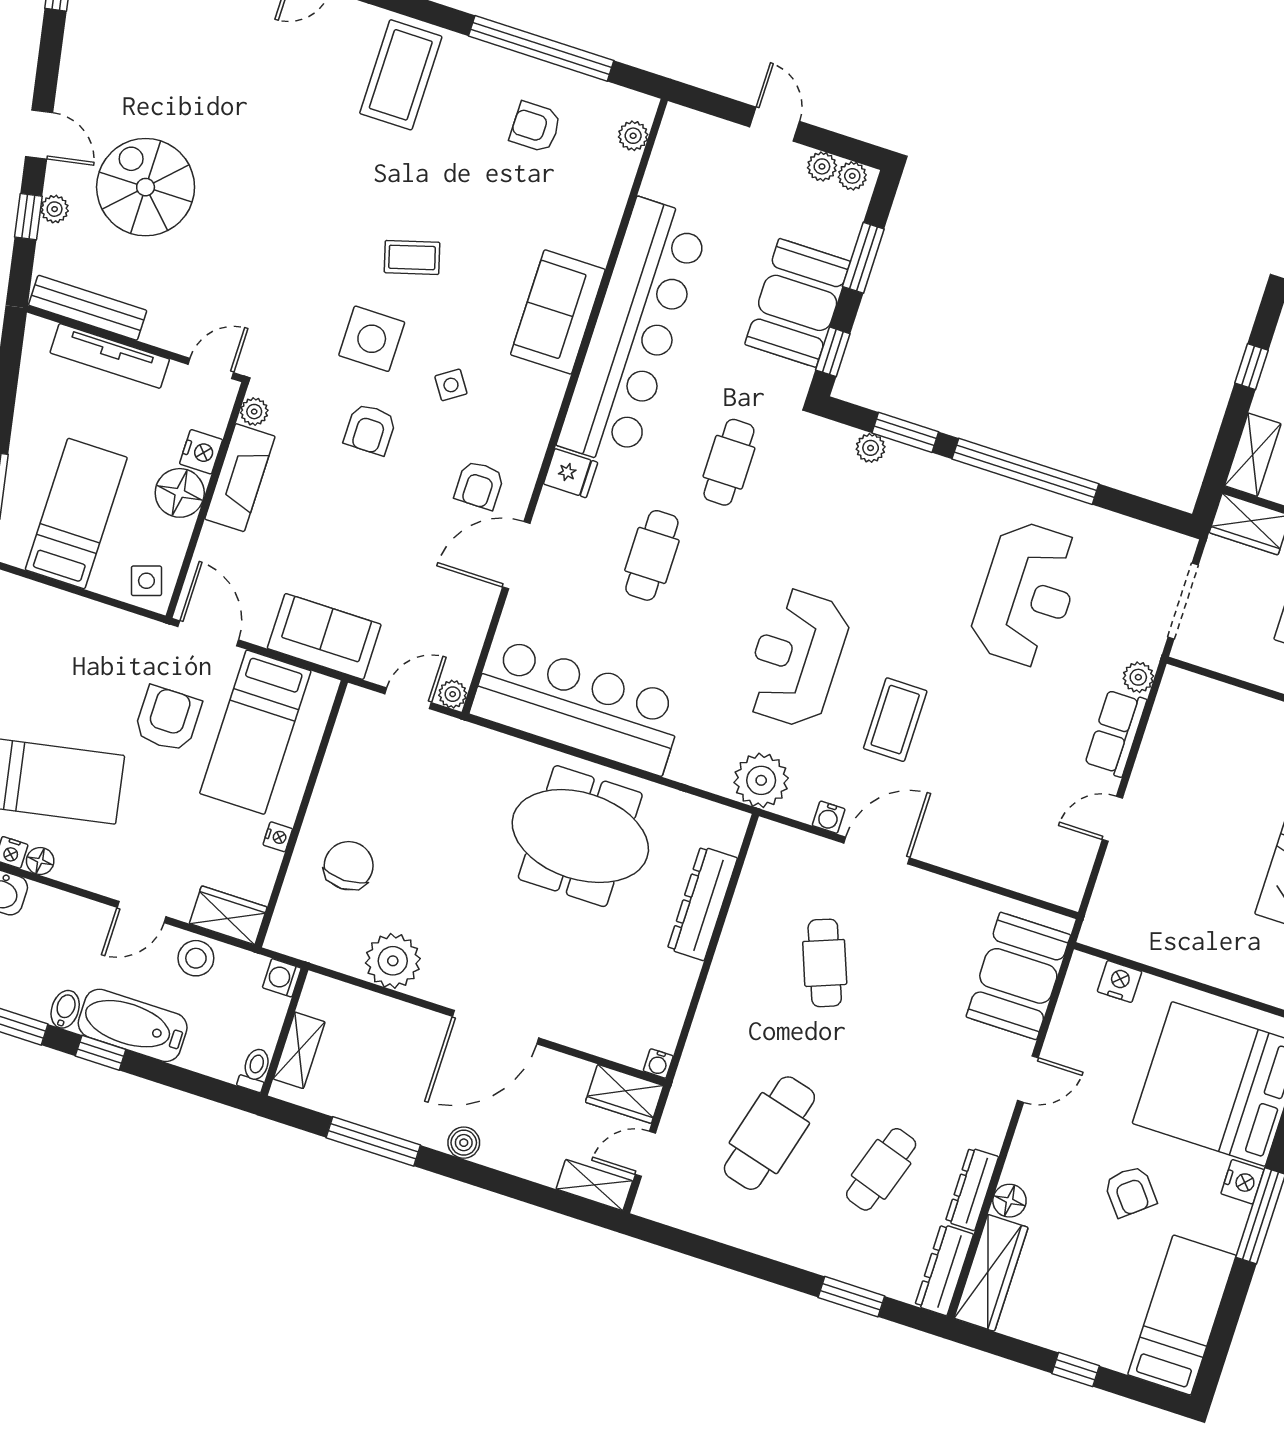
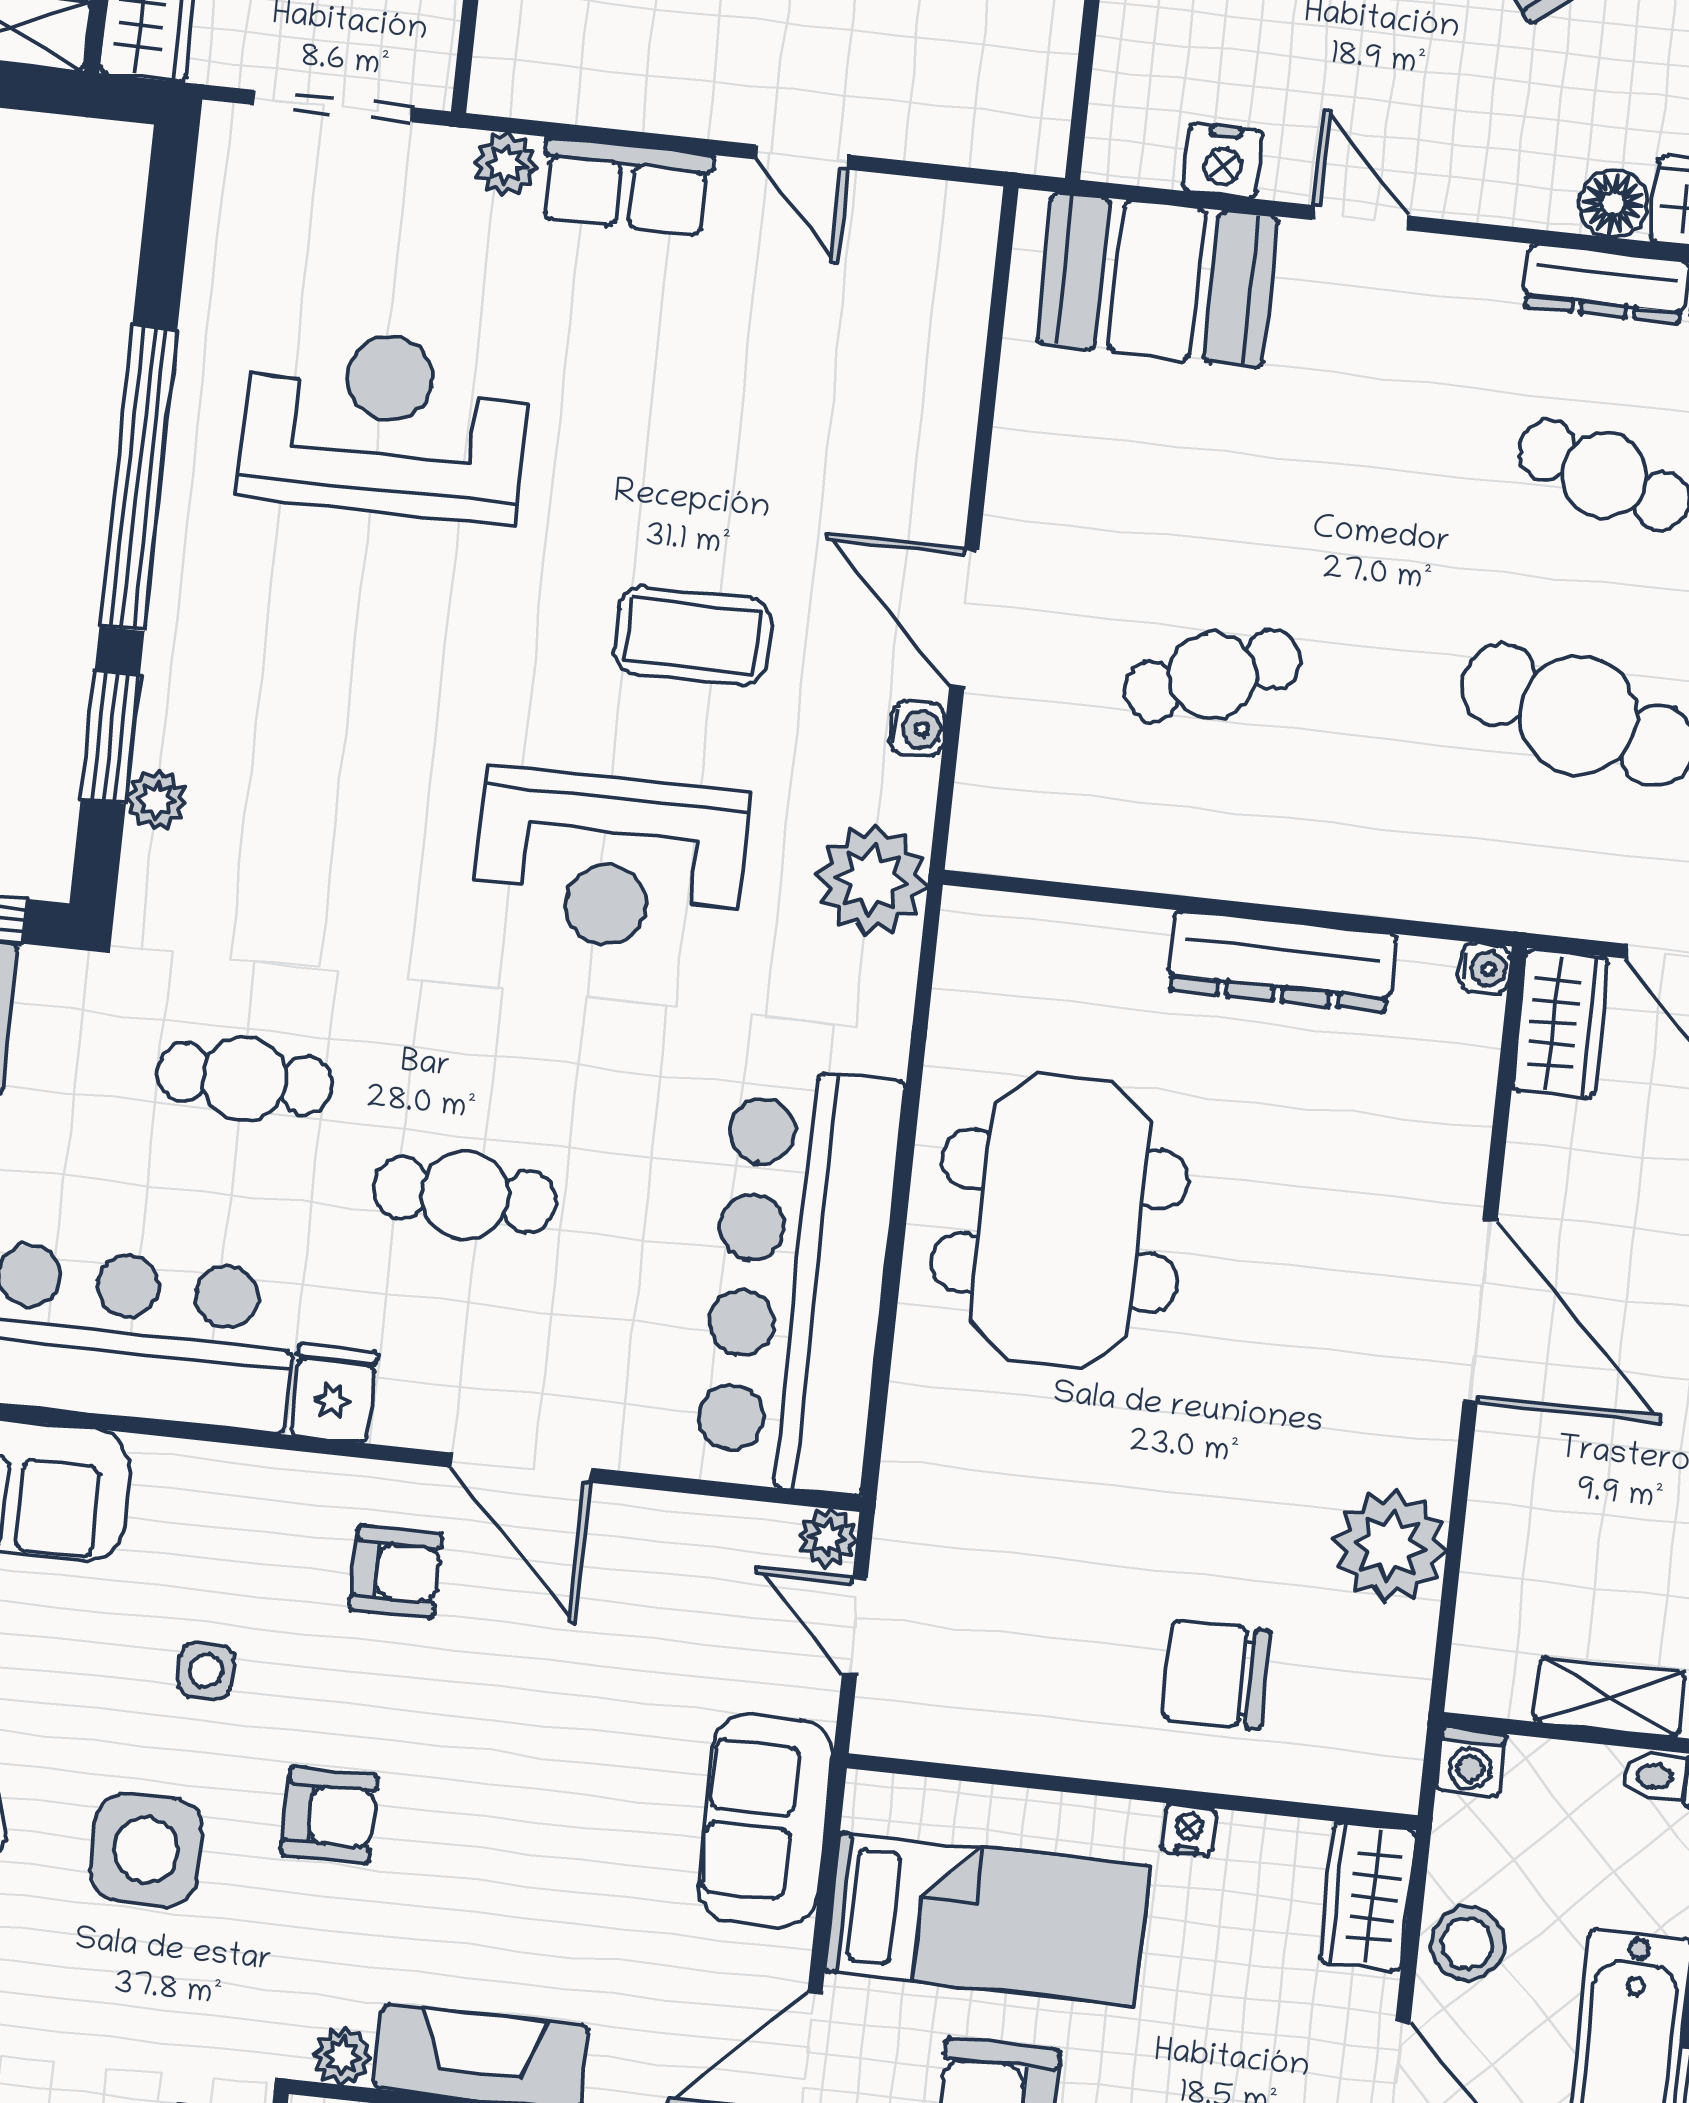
side table: (451, 385) -> (206, 1671), turned 34
dresser: (702, 903) -> (1282, 962), moved
nightstand: (1119, 982) -> (1223, 161), moved, turned -90

